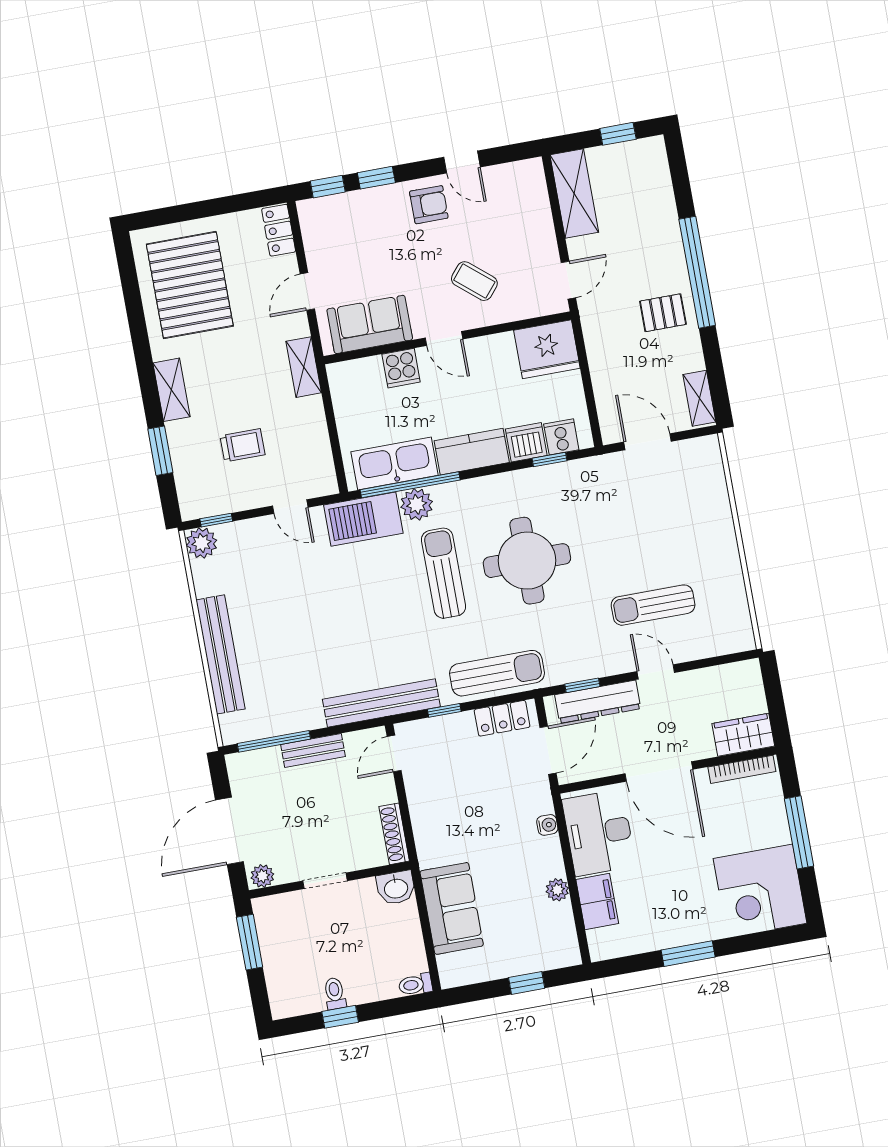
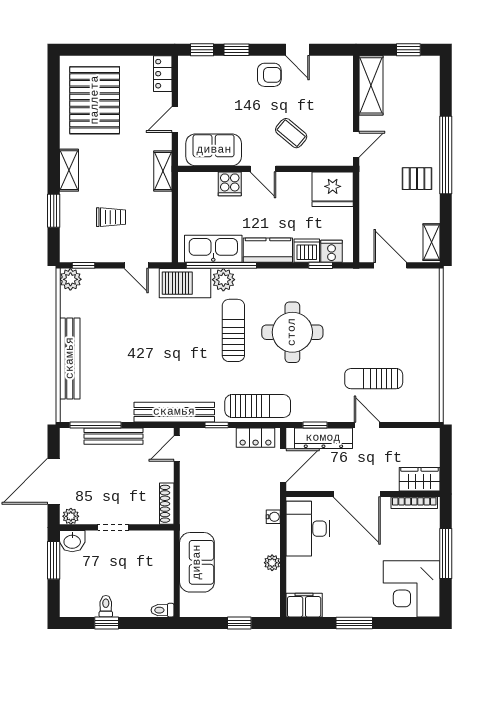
bench: (313, 750) -> (113, 436), width x1.36
washbasin: (396, 888) -> (72, 541), moved
filing cabinet: (597, 901) -> (304, 605), moved, turned -90

